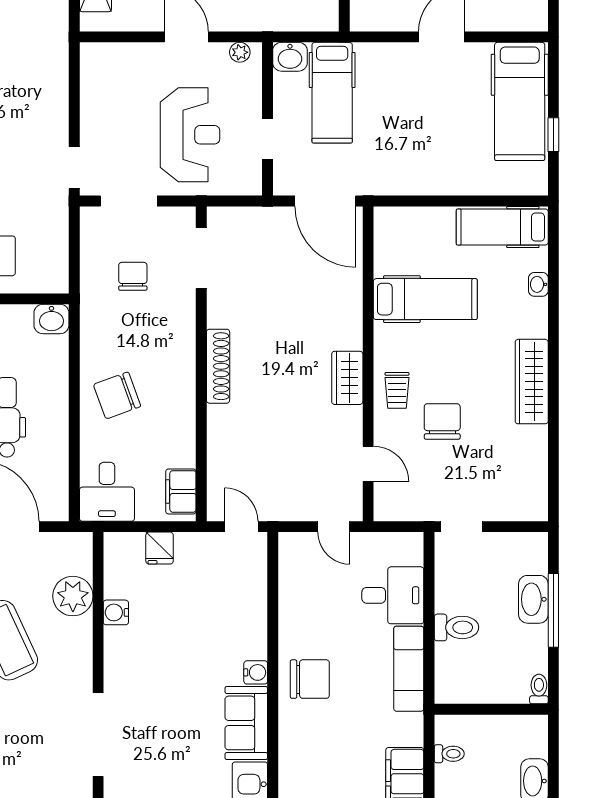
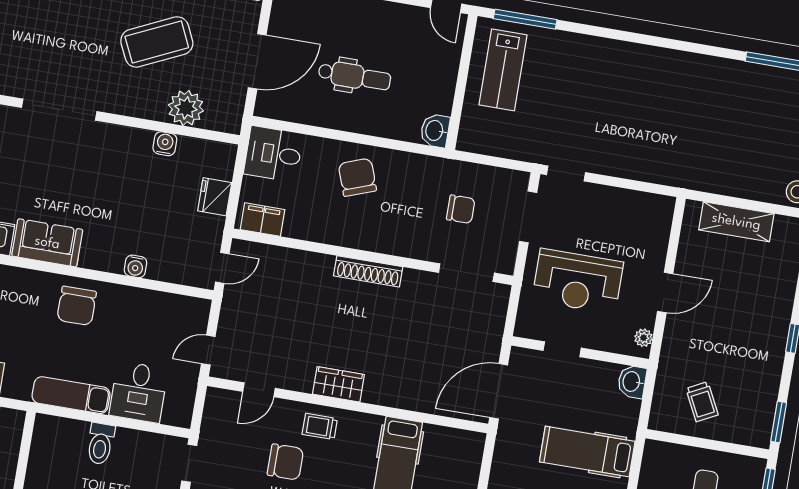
hospital bed: (332, 93) -> (587, 452), moved
fridge: (160, 548) -> (215, 197), width x1.38
water cooler: (256, 672) -> (135, 266), moved

